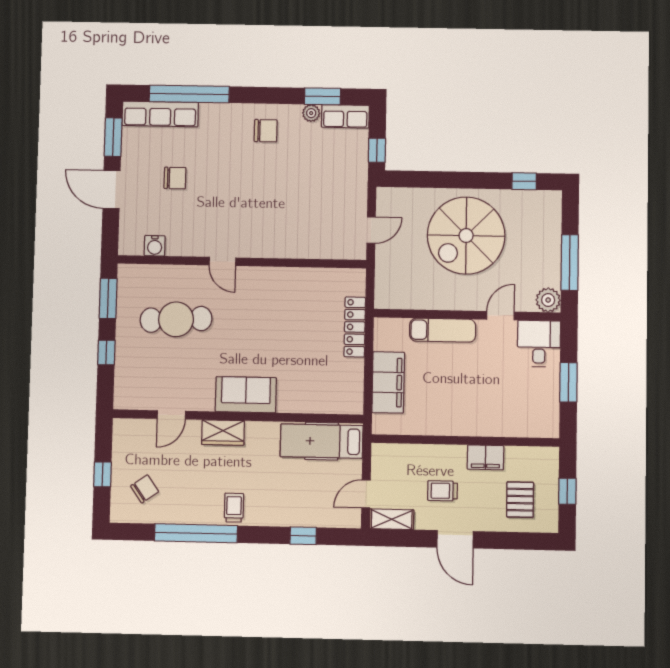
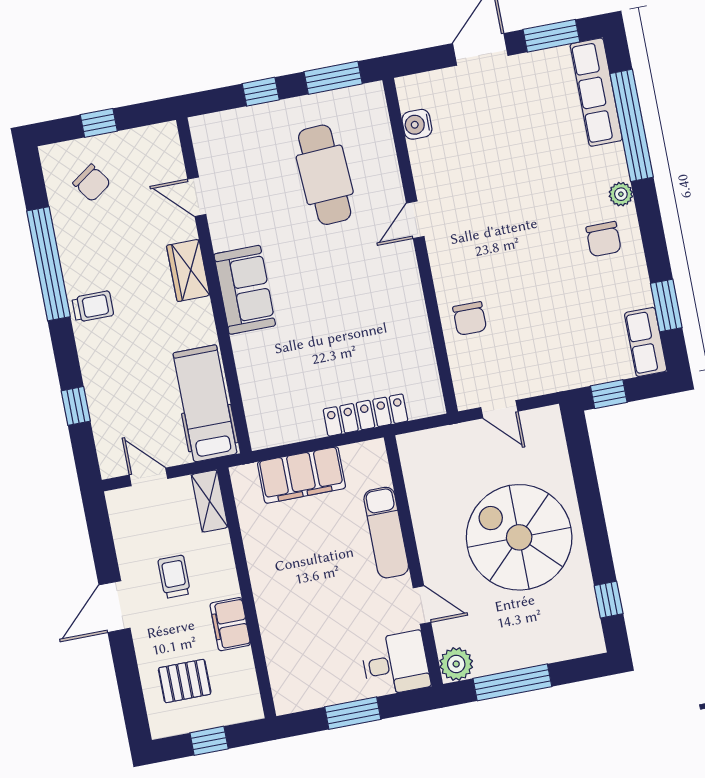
plant: (311, 113) -> (621, 194), moved
chair: (175, 178) -> (470, 318), moved
shelving: (392, 519) -> (210, 501), moved

